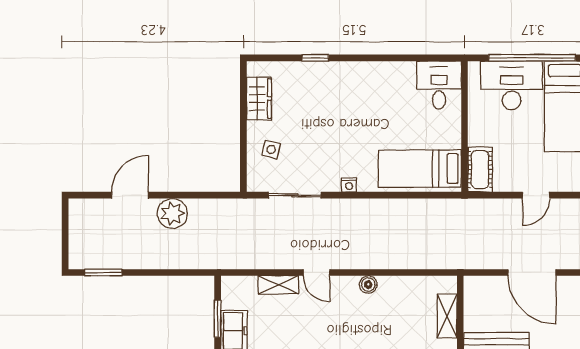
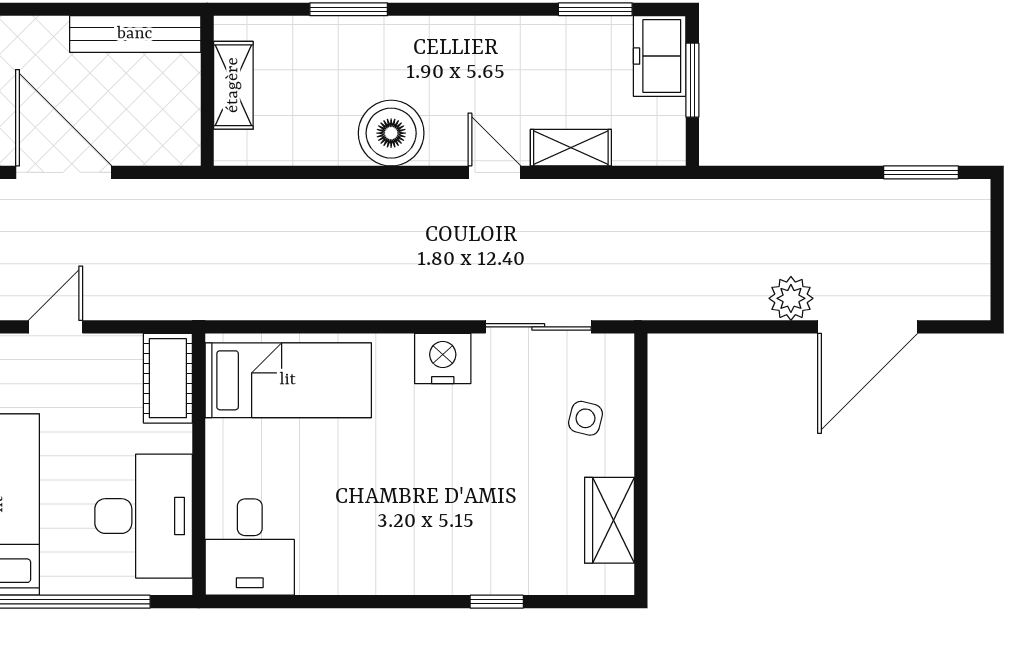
desk: (512, 85) -> (144, 516), moved, turned -90
nightstand: (349, 185) -> (443, 359), width x1.89, depth x1.79
door: (130, 195) -> (868, 327), width x1.36
plant: (172, 213) -> (791, 298), width x0.73, depth x0.73
boiler: (368, 285) -> (391, 133), width x1.86, depth x1.86

